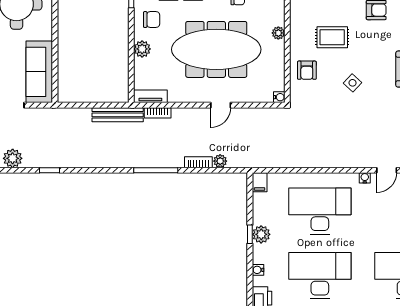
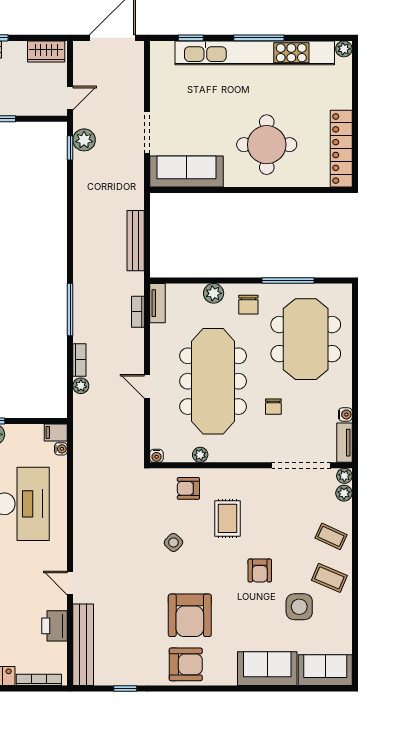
plant: (278, 33) -> (200, 455), moved
bench: (118, 115) -> (136, 241), moved
window: (49, 170) -> (70, 148), moved
water cooler: (365, 178) -> (61, 449), moved

